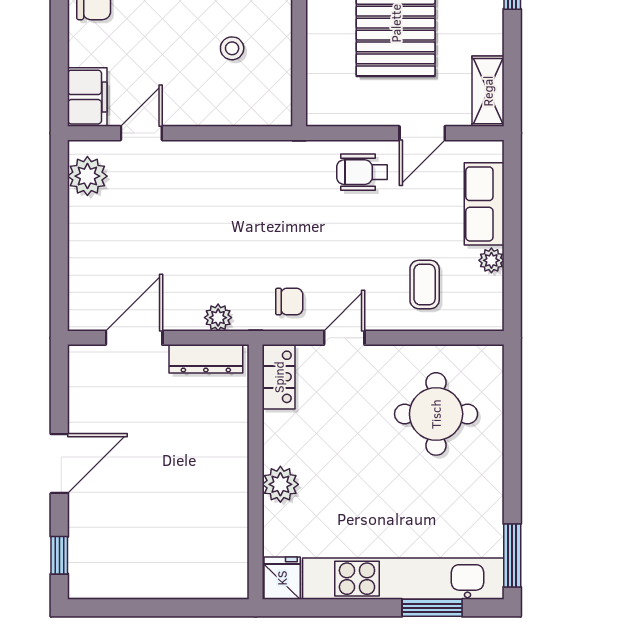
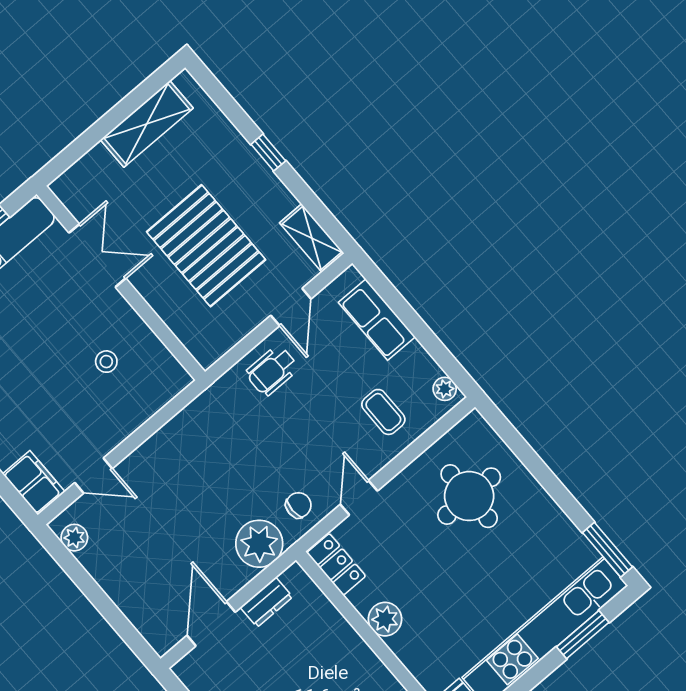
door: (141, 133) -> (94, 476), swing flipped
plant: (87, 176) -> (74, 538), width x0.73, depth x0.73
plant: (491, 260) -> (445, 389), moved
plant: (218, 318) -> (259, 544), width x1.87, depth x1.87
dresser: (206, 359) -> (266, 602), width x0.70
plant: (280, 484) -> (385, 619), moved

